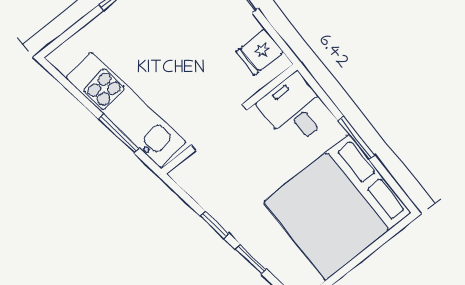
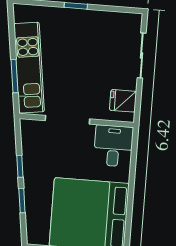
window: (356, 138) -> (131, 189), removed

